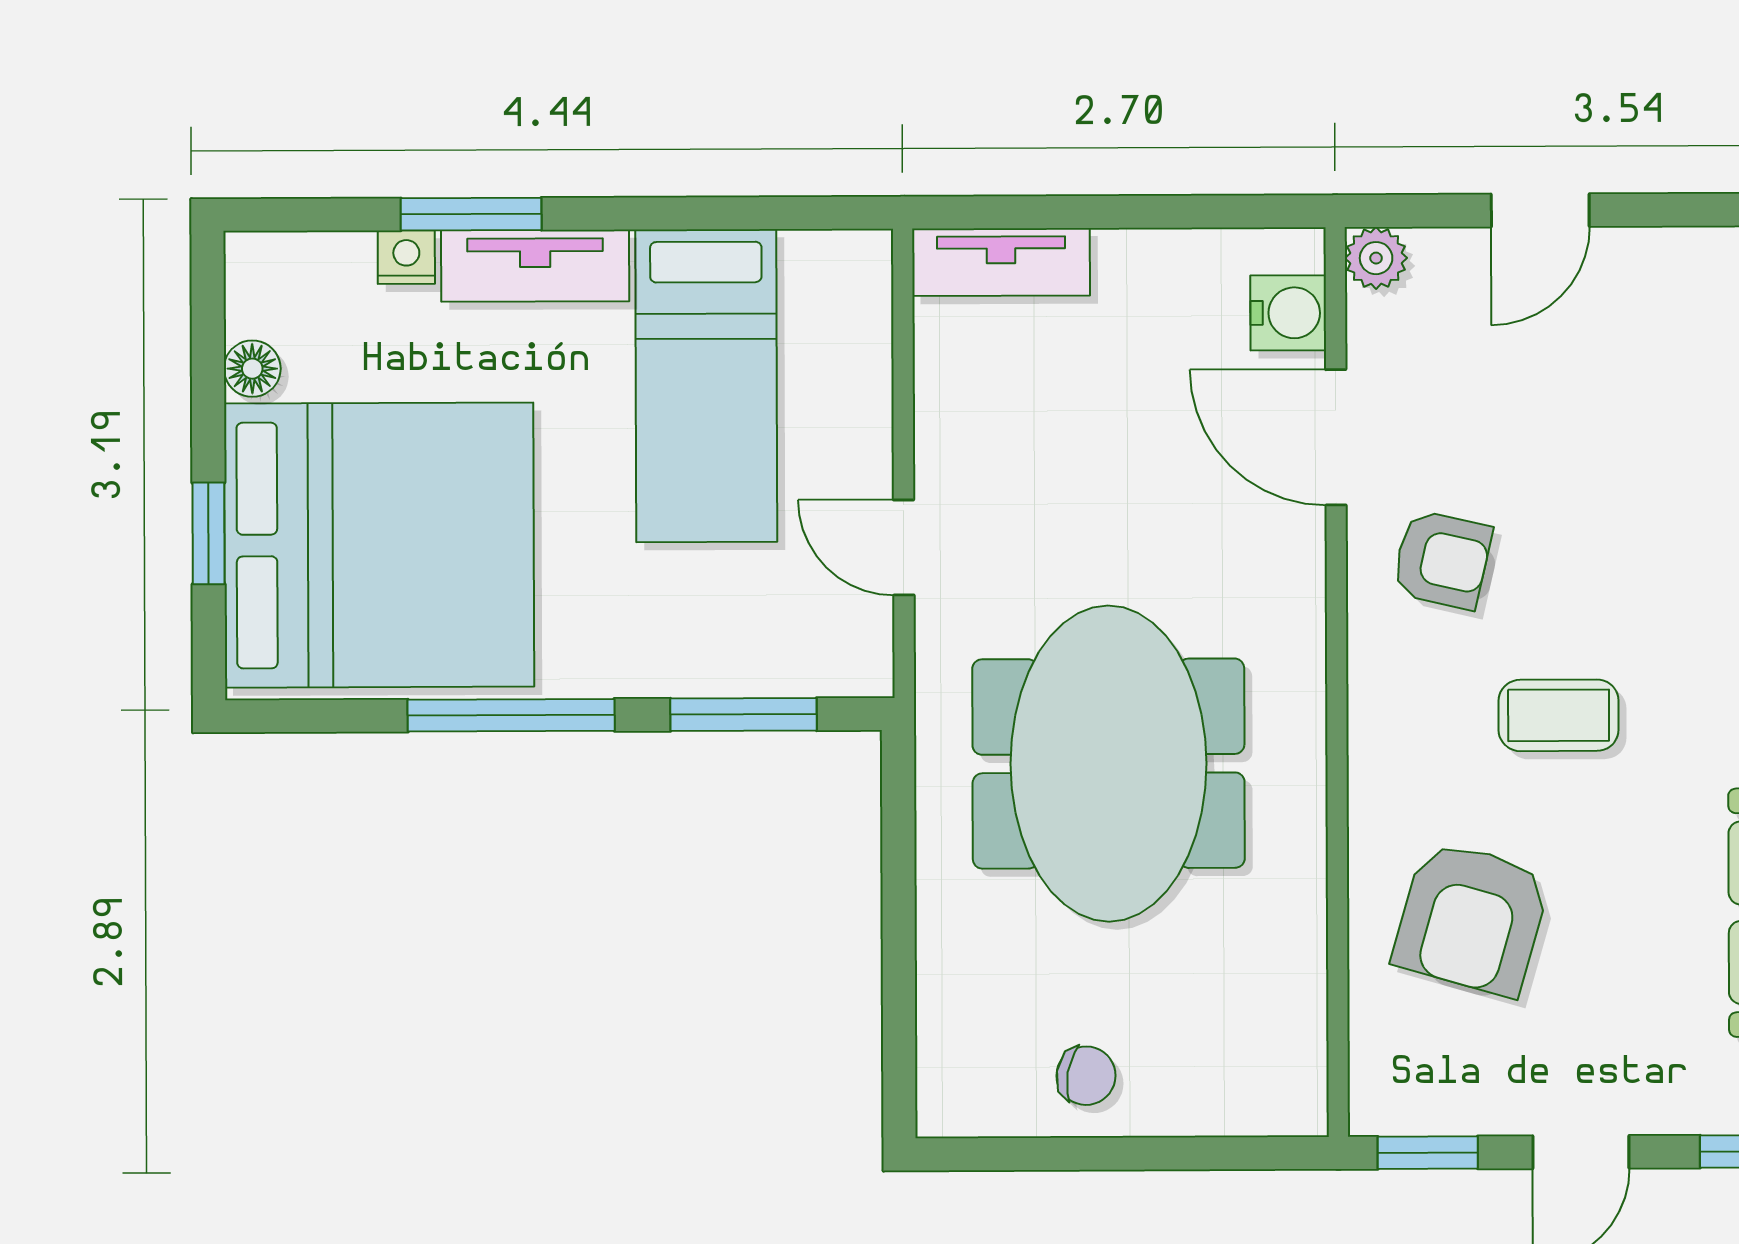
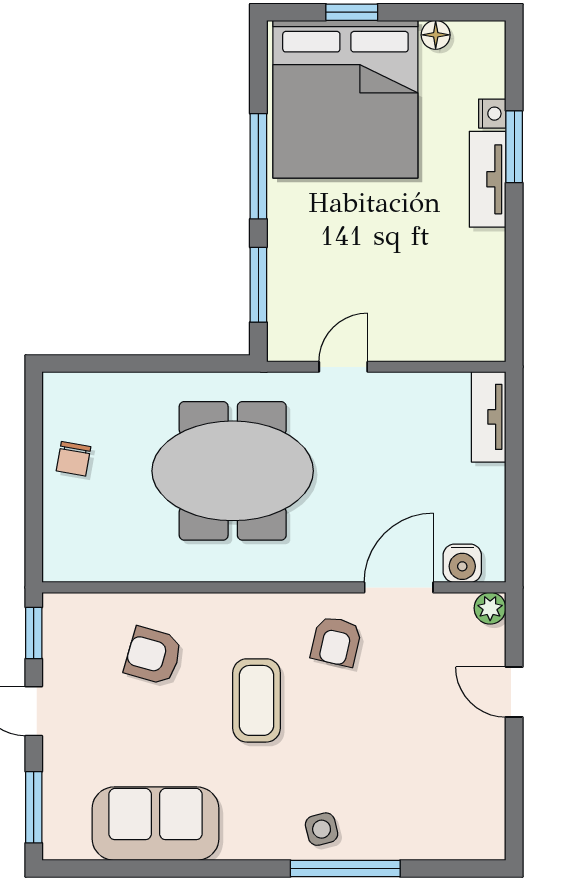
bed: (706, 386) -> (426, 266), removed
coffee table: (1559, 715) -> (257, 700), width x1.36, depth x1.30
armchair: (1471, 918) -> (153, 656), width x0.72, depth x0.72

